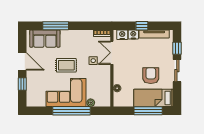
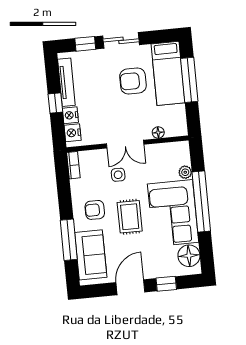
armchair: (73, 44) -> (95, 210), added
double door: (112, 53) -> (125, 144), moved
floor lamp: (38, 100) -> (189, 256), added

